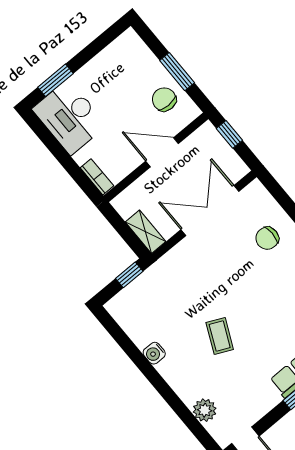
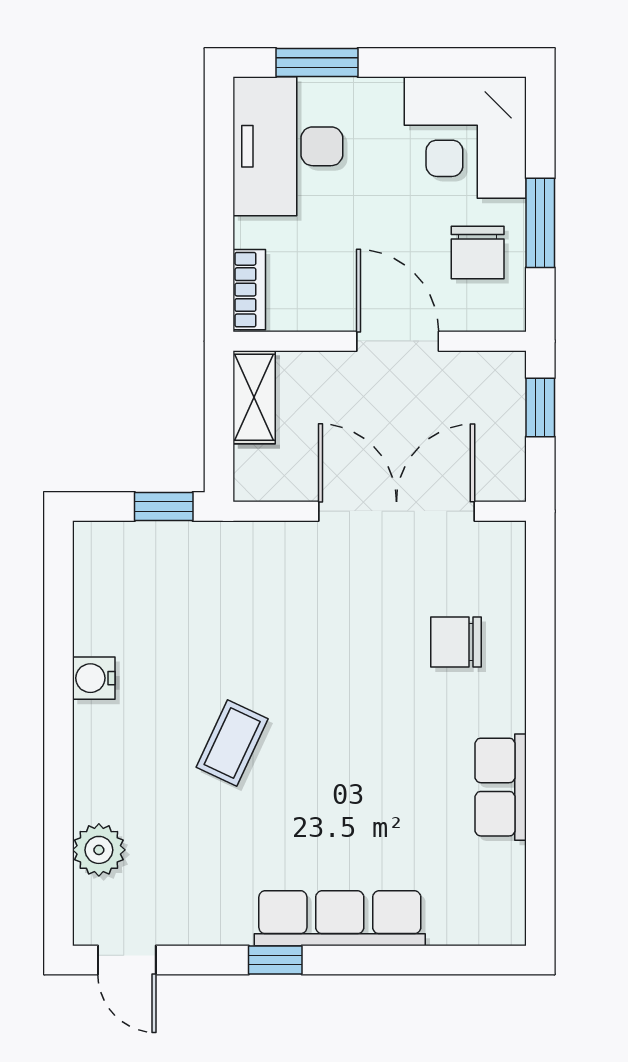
corner desk: (127, 64) -> (465, 138), added
chair: (164, 99) -> (478, 252), turned 180
shelving: (146, 232) -> (254, 397), moved

